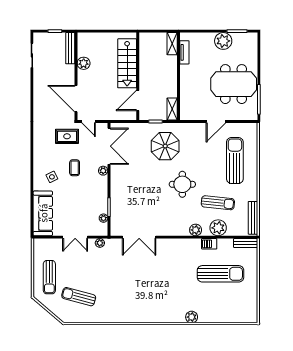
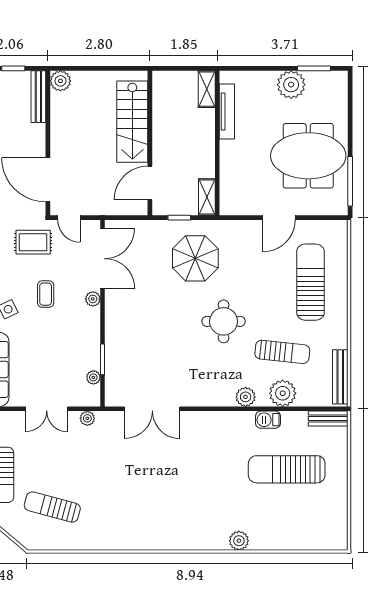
tv unit: (184, 52) -> (227, 112), width x1.41
plant: (84, 63) -> (60, 81), moved
sun lounger: (221, 274) -> (287, 469), turned 180

